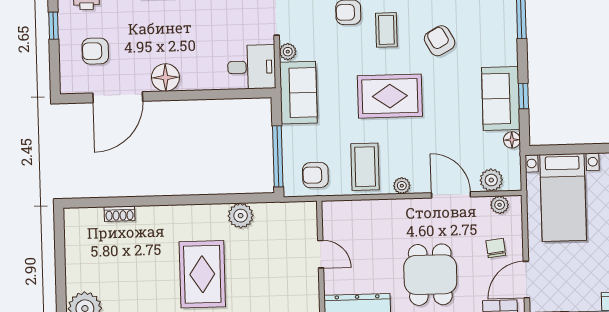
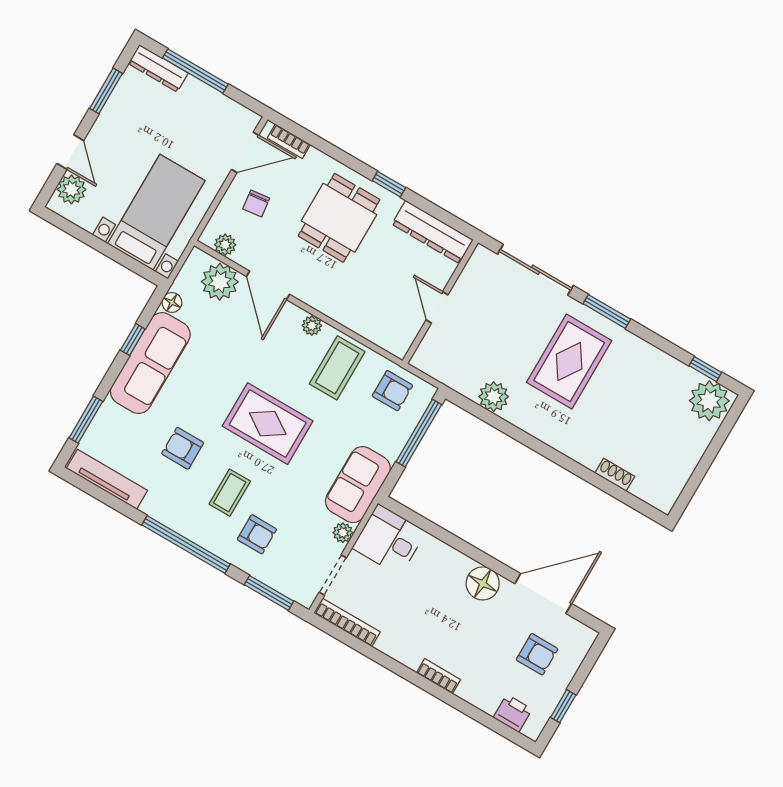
armchair: (440, 41) -> (183, 448), turned 119
sofa: (501, 99) -> (150, 363), width x1.36
plant: (491, 180) -> (220, 282), width x1.36, depth x1.36

